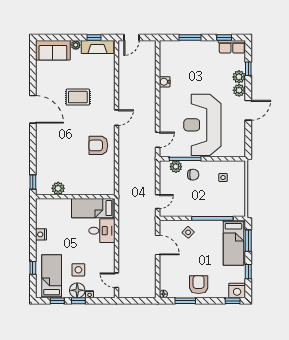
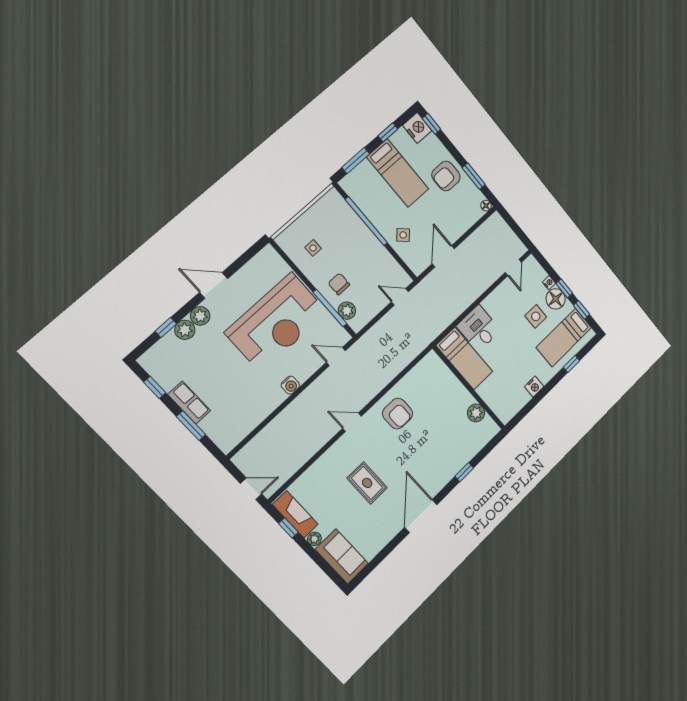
row of seats: (232, 47) -> (189, 403), moved
water cooler: (165, 82) -> (290, 385), moved
window: (33, 182) -> (464, 472), moved
bed: (233, 243) -> (398, 173), moved, turned 90

